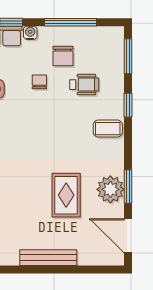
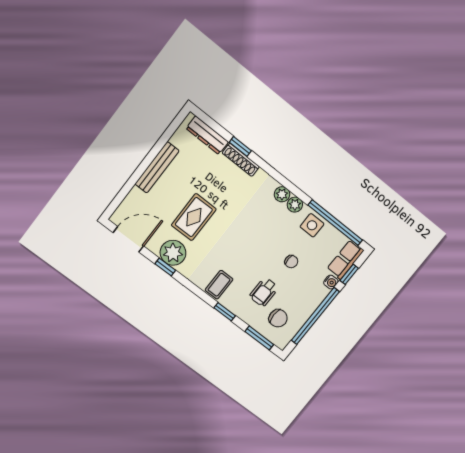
window: (71, 22) -> (315, 316), width x1.46
chair: (63, 56) -> (278, 318), moved, turned 180
window: (128, 187) -> (165, 267), width x0.67
rug: (66, 195) -> (194, 217), turned 90

